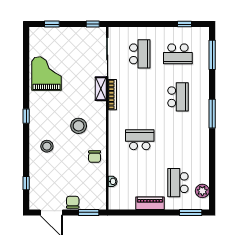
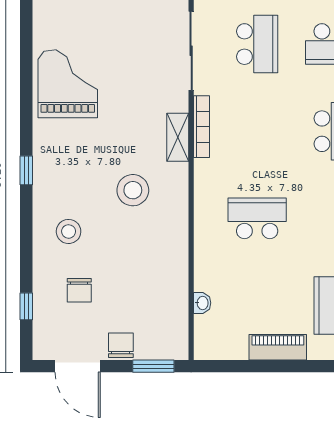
shelving: (101, 89) -> (178, 137), moved
chair: (95, 157) -> (79, 290), moved

